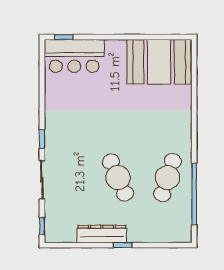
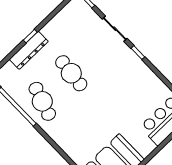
cafe table: (118, 178) -> (71, 73), turned 30
dresser: (102, 234) -> (29, 50), moved

